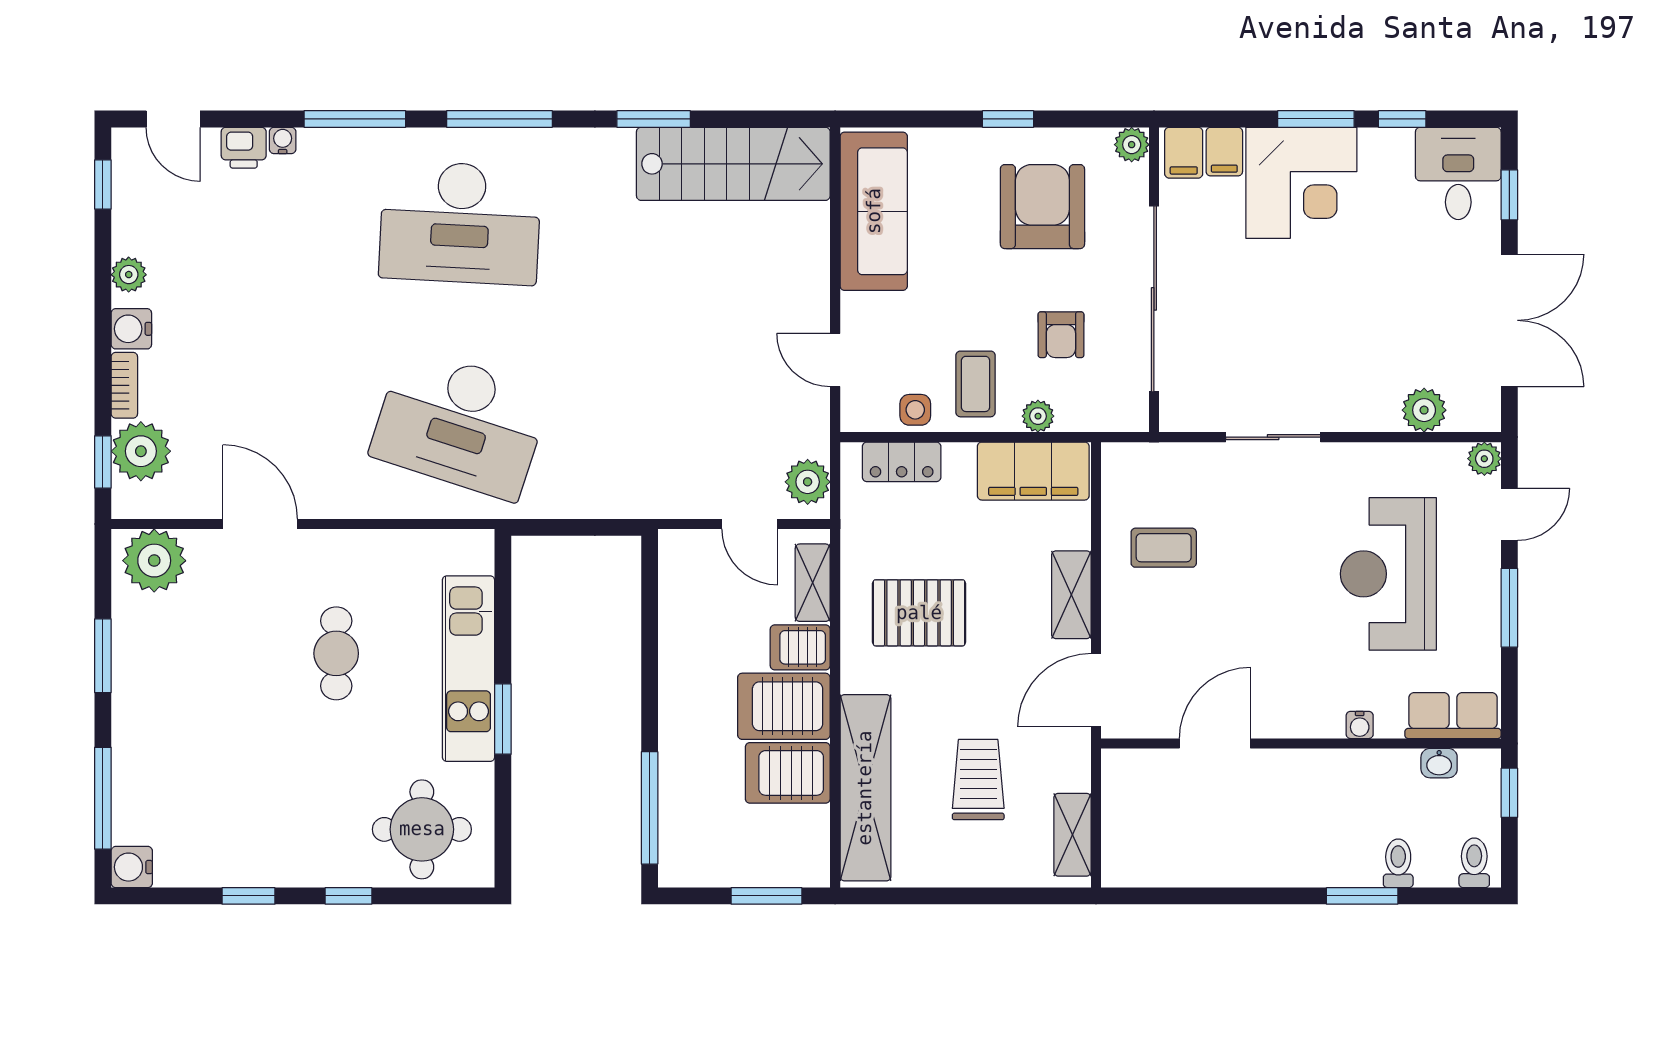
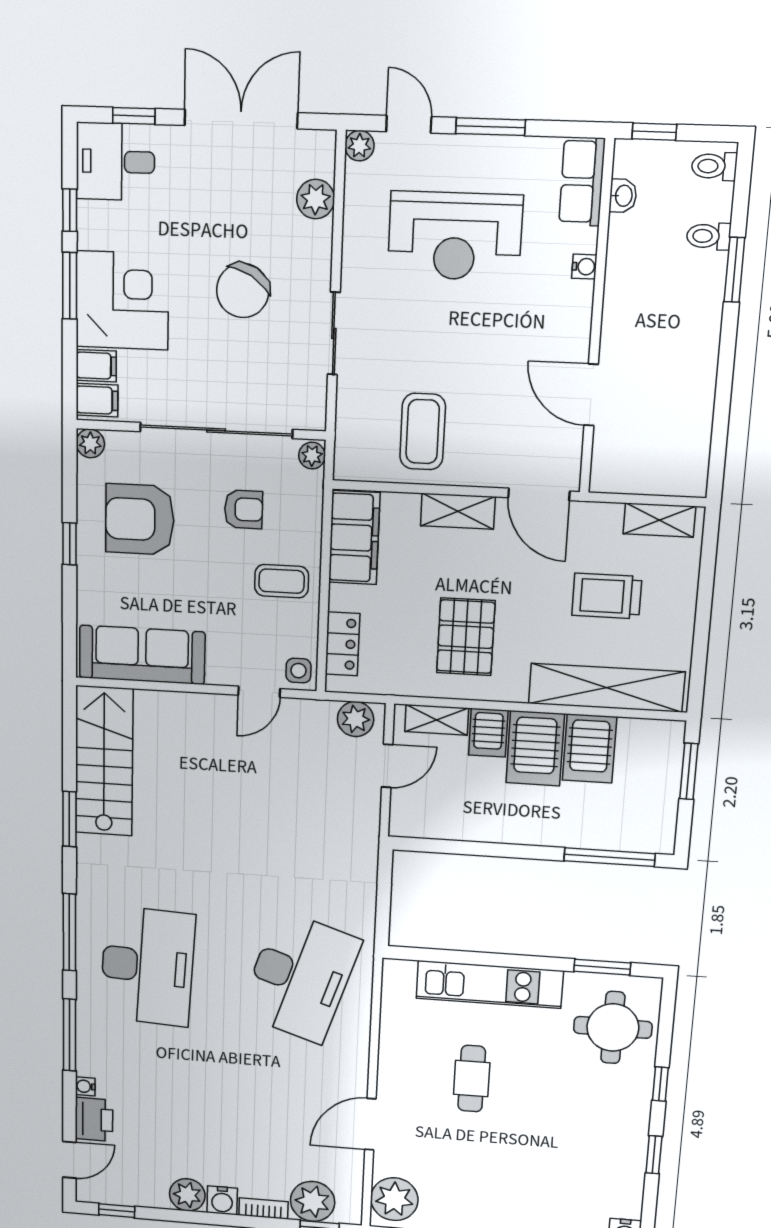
printer: (244, 148) -> (94, 1119), width x1.36, depth x1.24
plant: (129, 275) -> (187, 1195), width x1.38, depth x1.38
chair: (1318, 327) -> (243, 291), added
side table: (915, 410) -> (298, 671), moved
plant: (1038, 416) -> (312, 456), moved
coffee table: (1164, 548) -> (423, 432), width x1.36, depth x1.30
cafe table: (336, 653) -> (472, 1079), turned 90
window: (503, 719) -> (602, 967), moved

